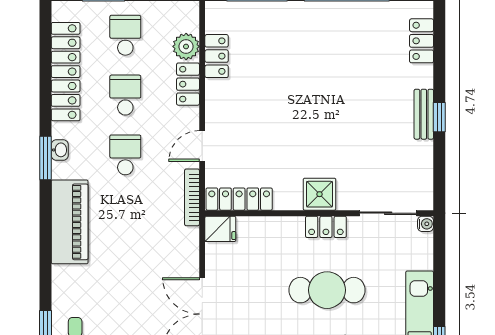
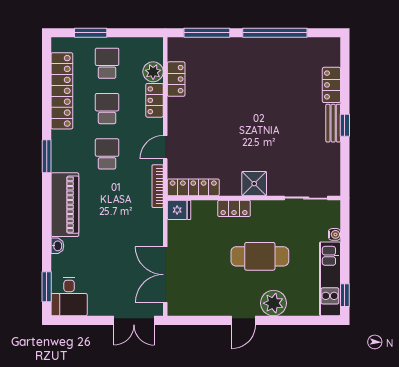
locker: (422, 41) -> (331, 85), moved
washbasin: (60, 150) -> (57, 246), moved
water cooler: (426, 224) -> (334, 234), moved
locker: (326, 227) -> (234, 208), moved

